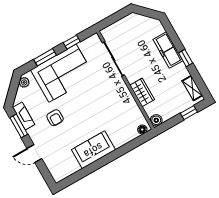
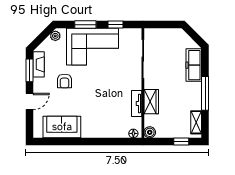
freezer: (168, 50) -> (194, 65), moved
window: (186, 58) -> (205, 93), width x2.17
tv unit: (130, 101) -> (137, 103), added
sofa: (93, 150) -> (62, 127), moved
door: (34, 154) -> (30, 102), swing flipped

